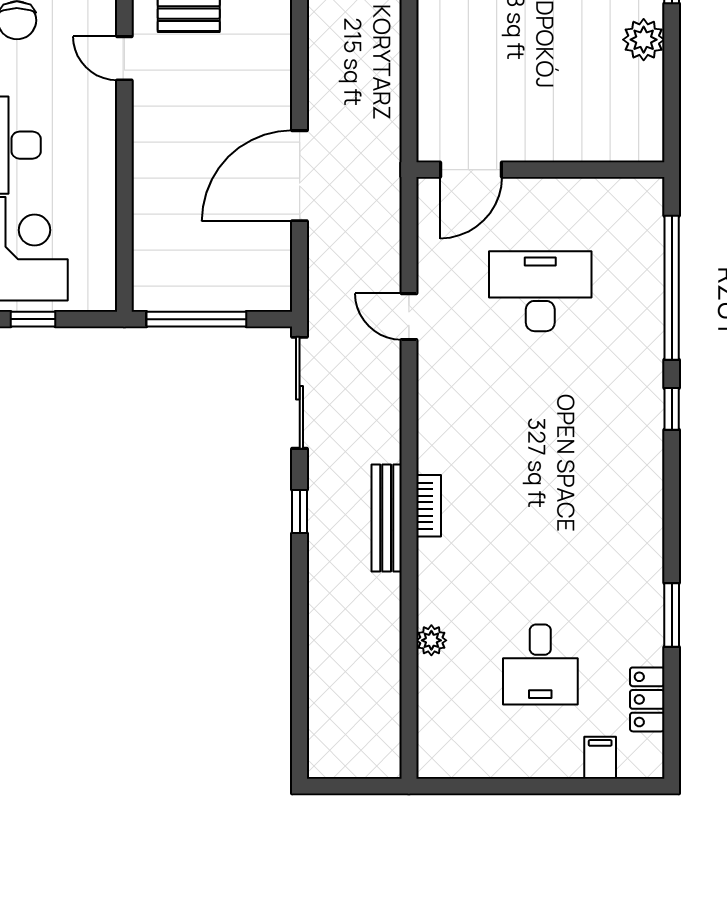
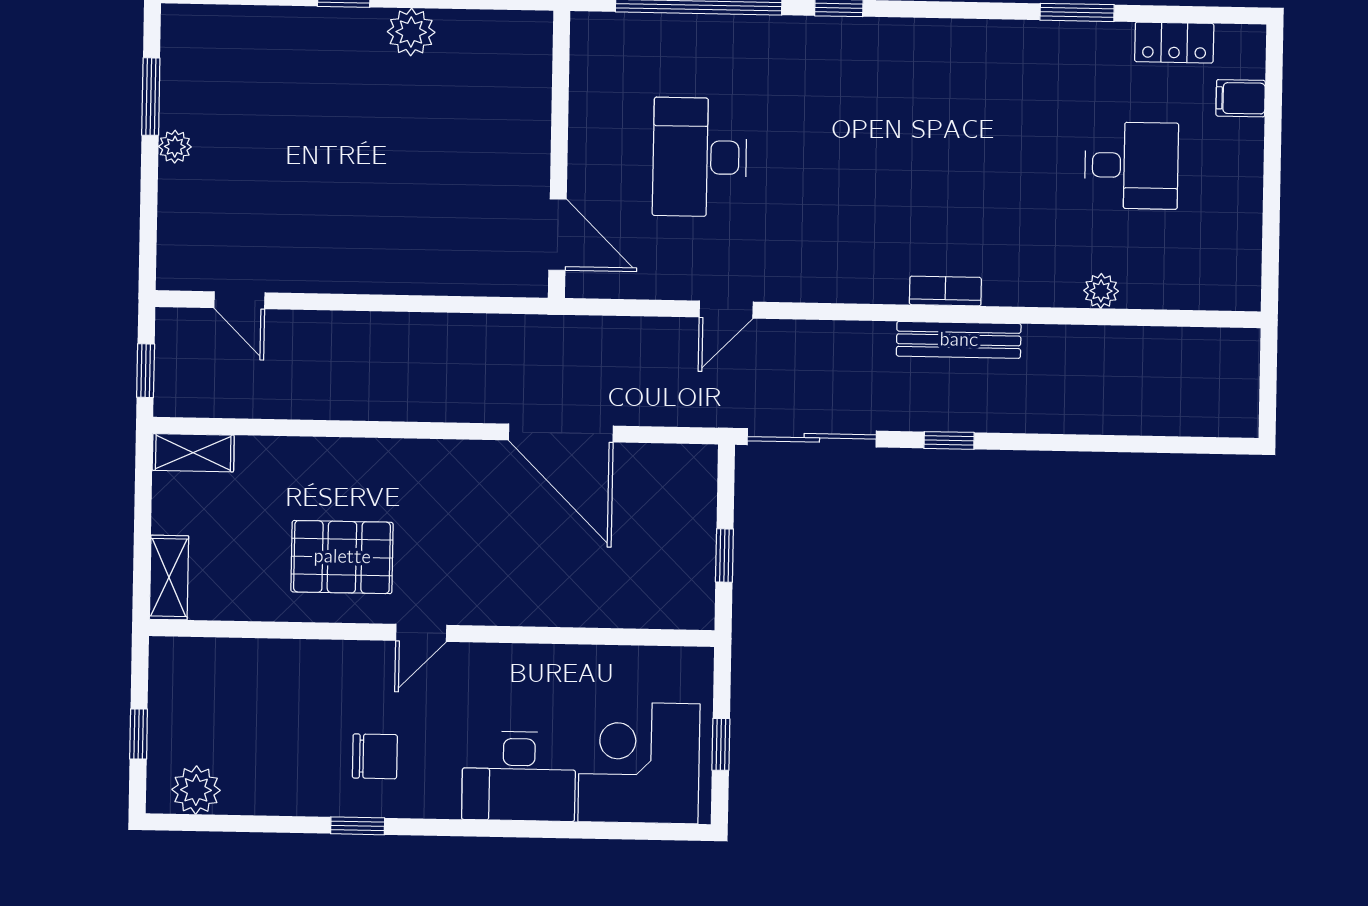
window: (196, 319) -> (724, 556), width x0.46

